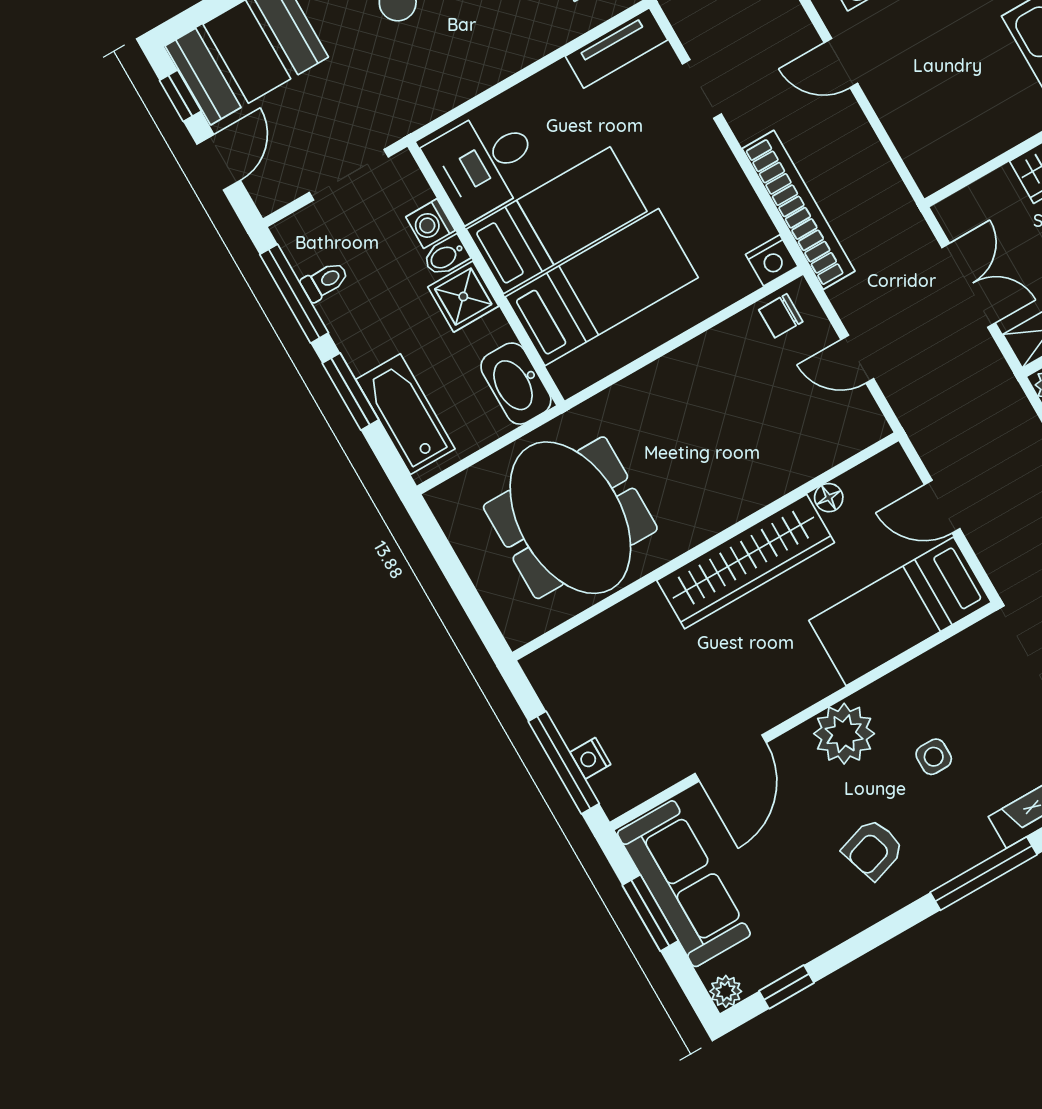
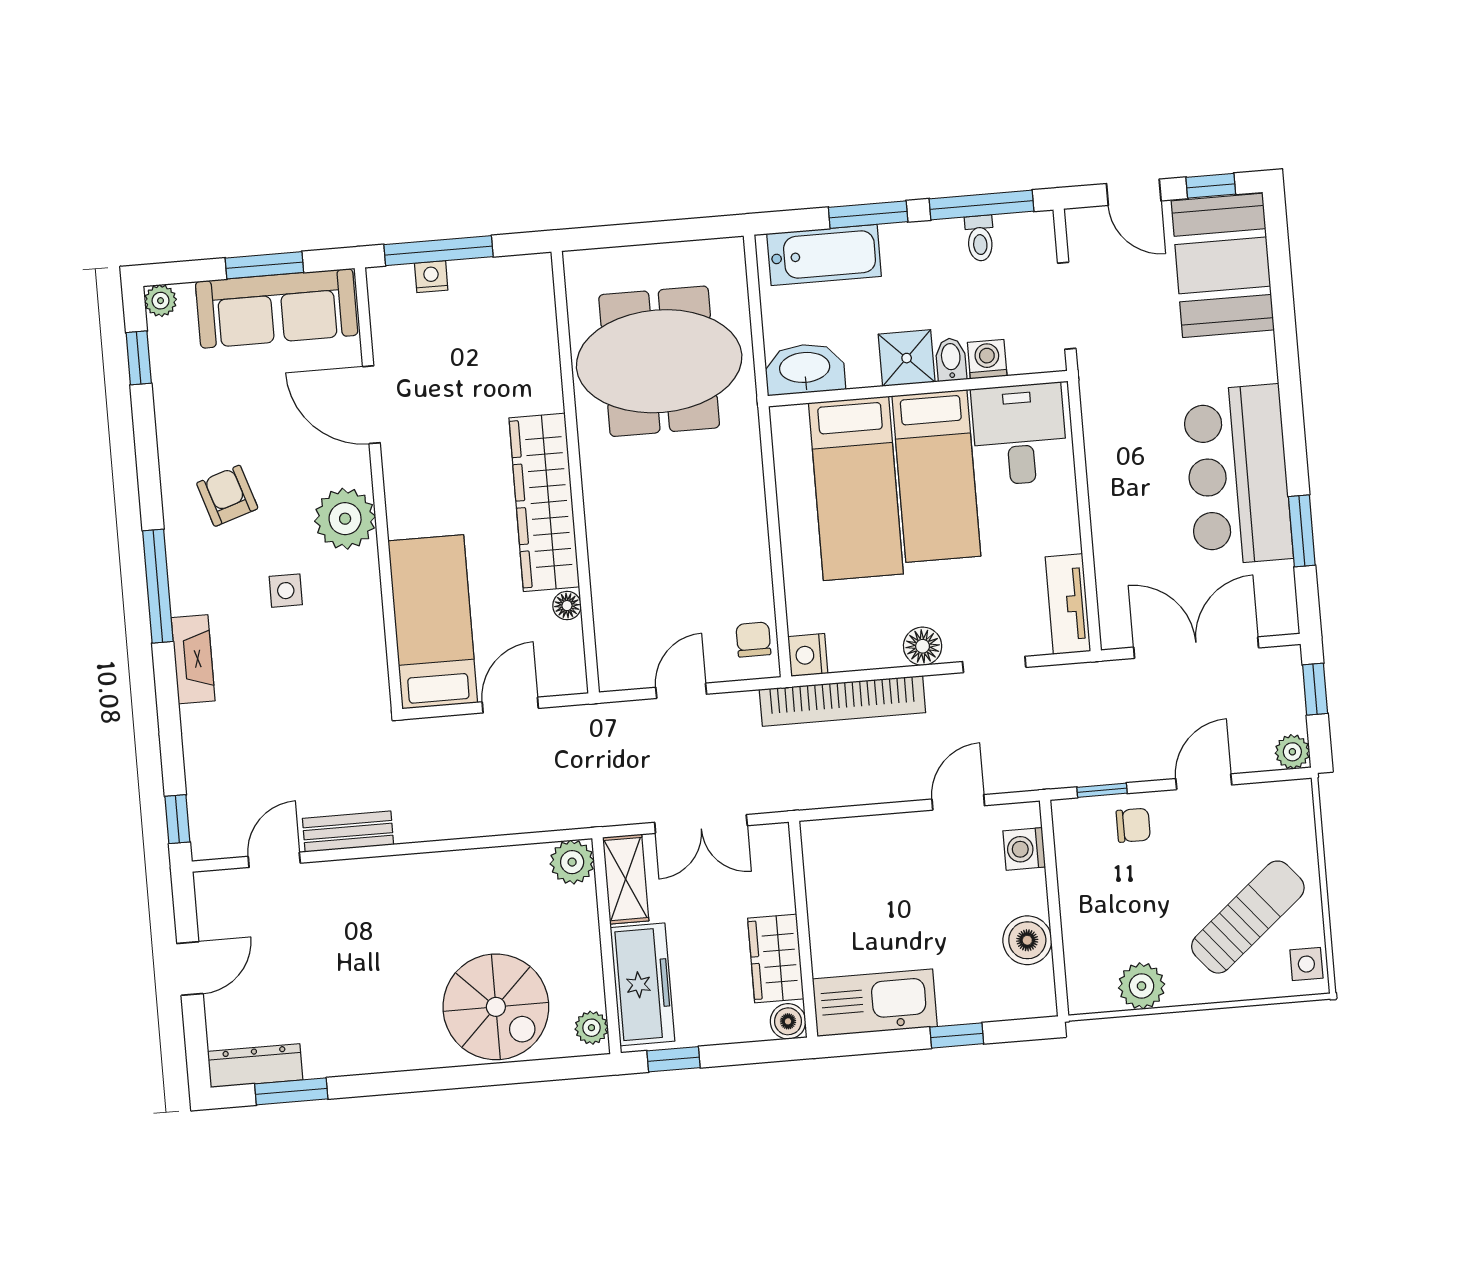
floor lamp: (716, 161) -> (923, 646), added

